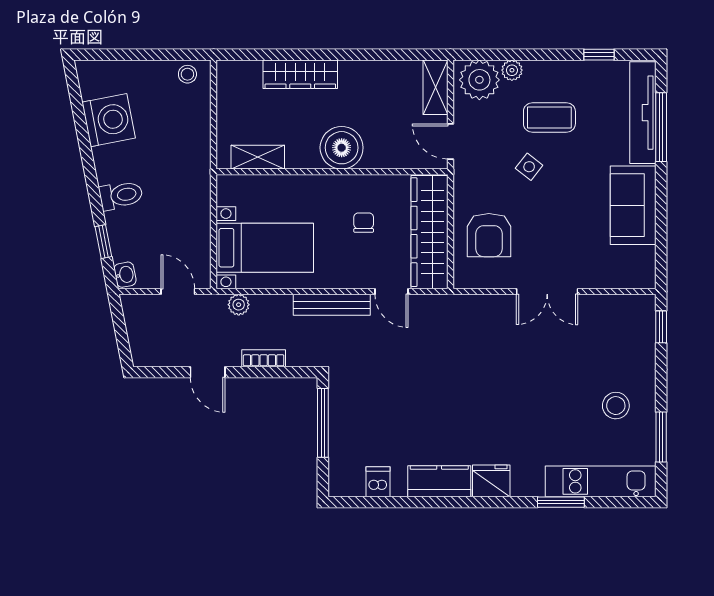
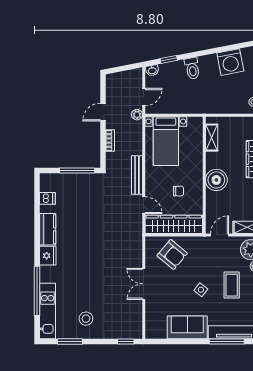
side table: (529, 167) -> (201, 290), moved
armchair: (489, 235) -> (172, 254), turned -140
door: (392, 291) -> (144, 205), swing flipped
plant: (239, 305) -> (137, 115), moved
window: (561, 502) -> (37, 291), width x2.11

